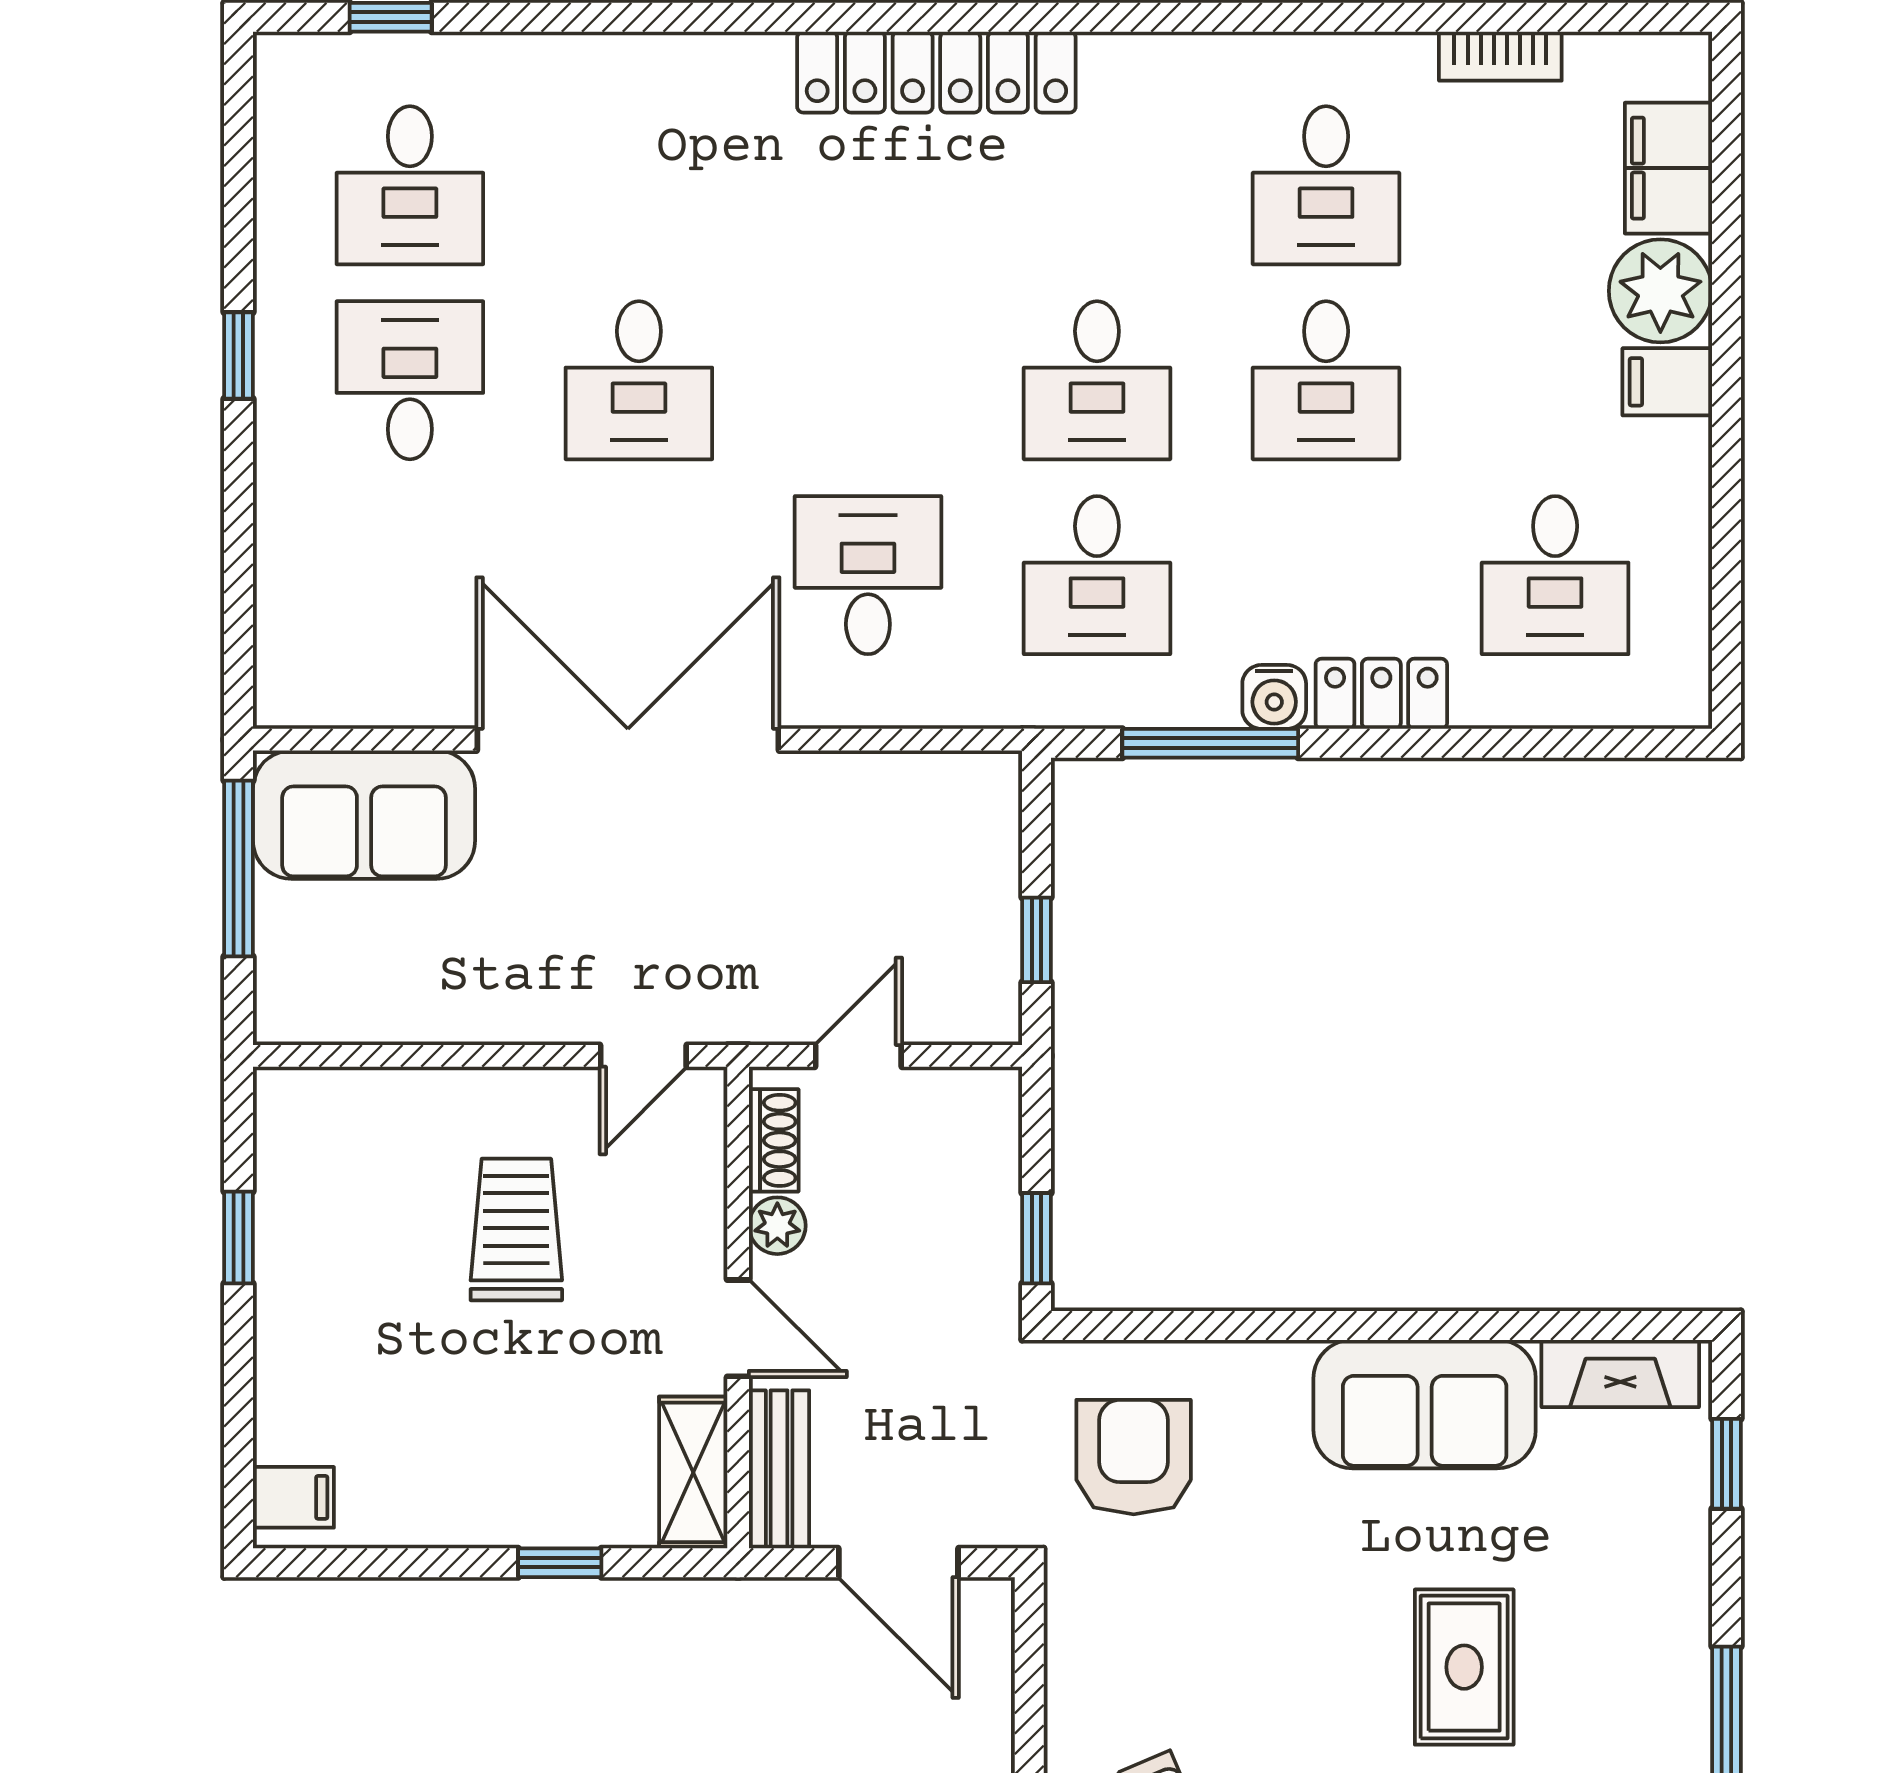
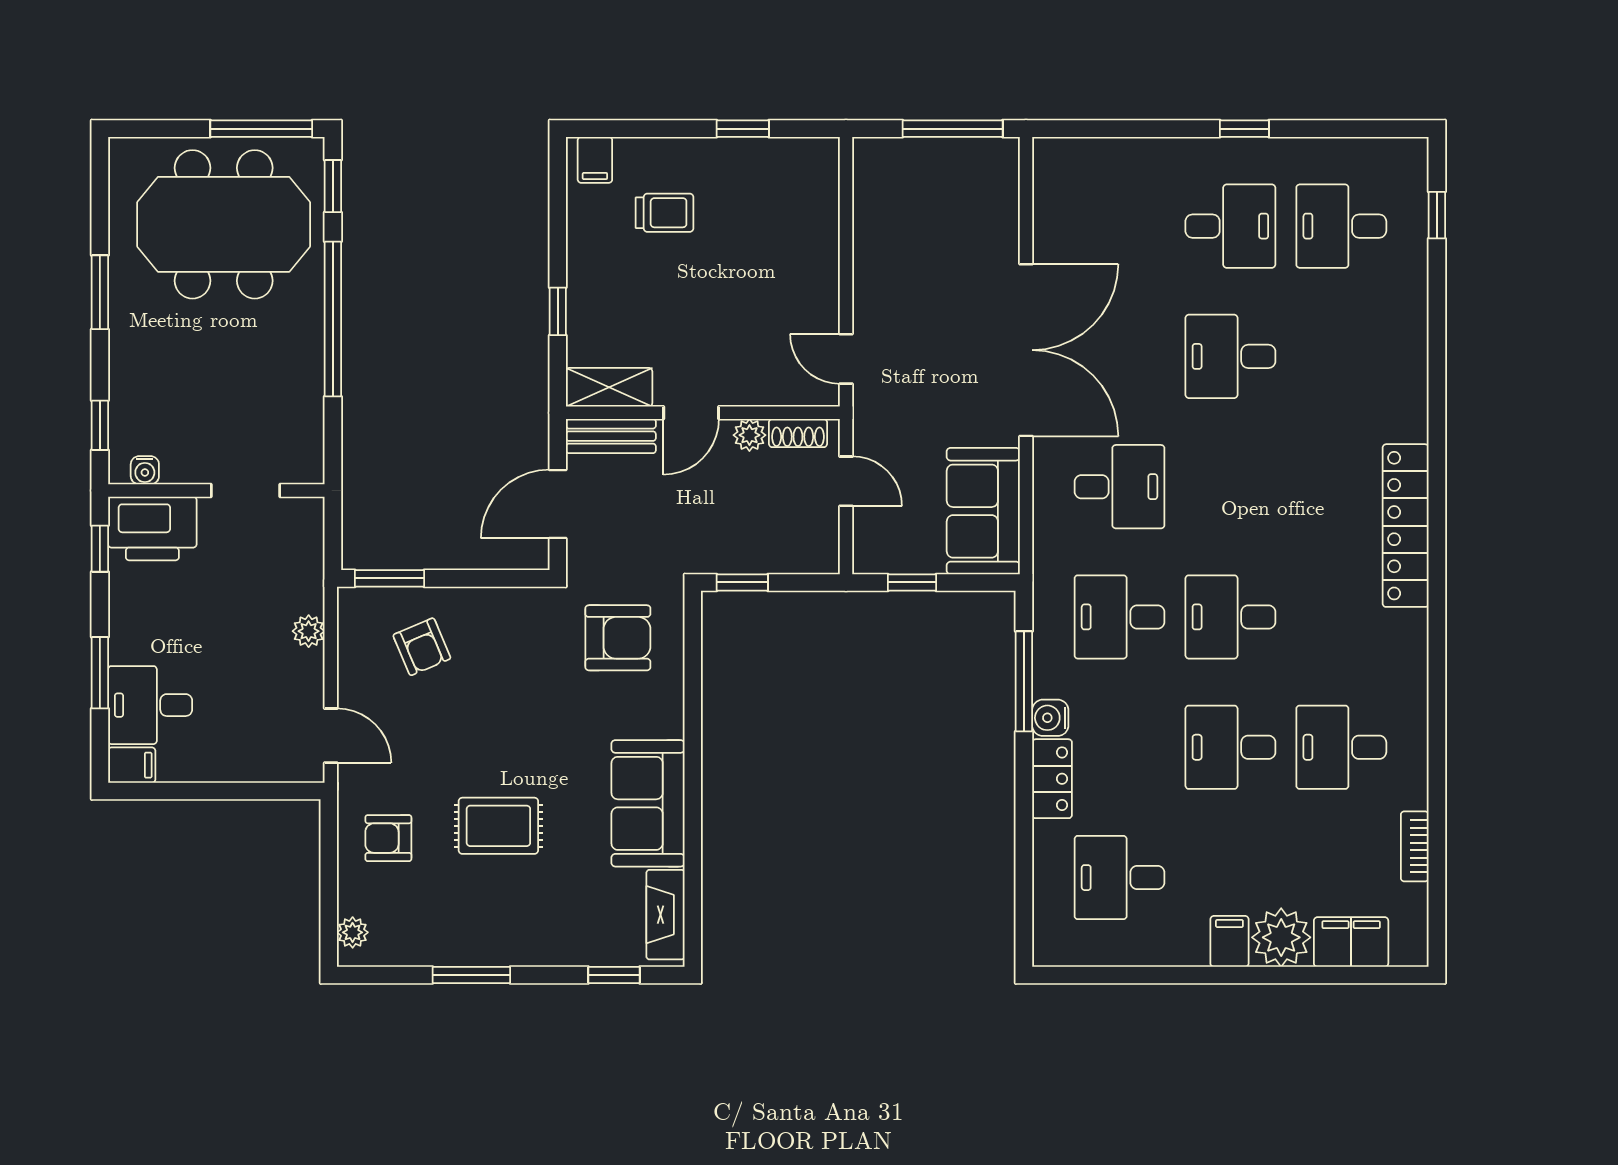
sofa: (364, 815) -> (983, 511), moved
trolley: (516, 1229) -> (665, 213), moved, width x0.73, depth x0.72

